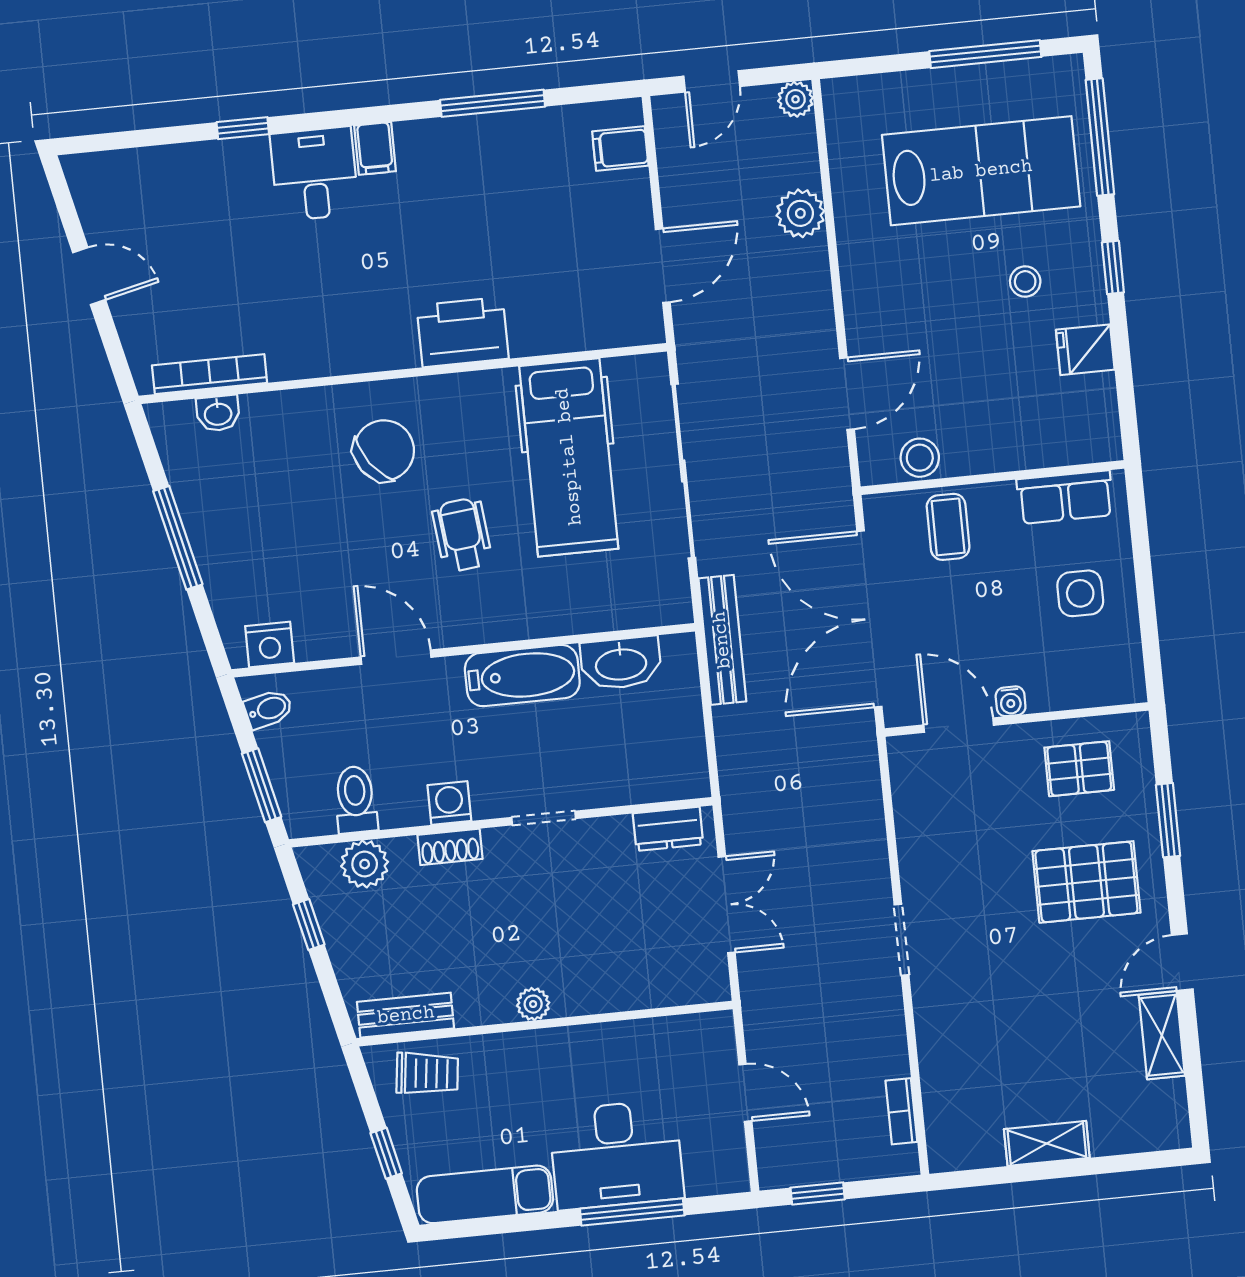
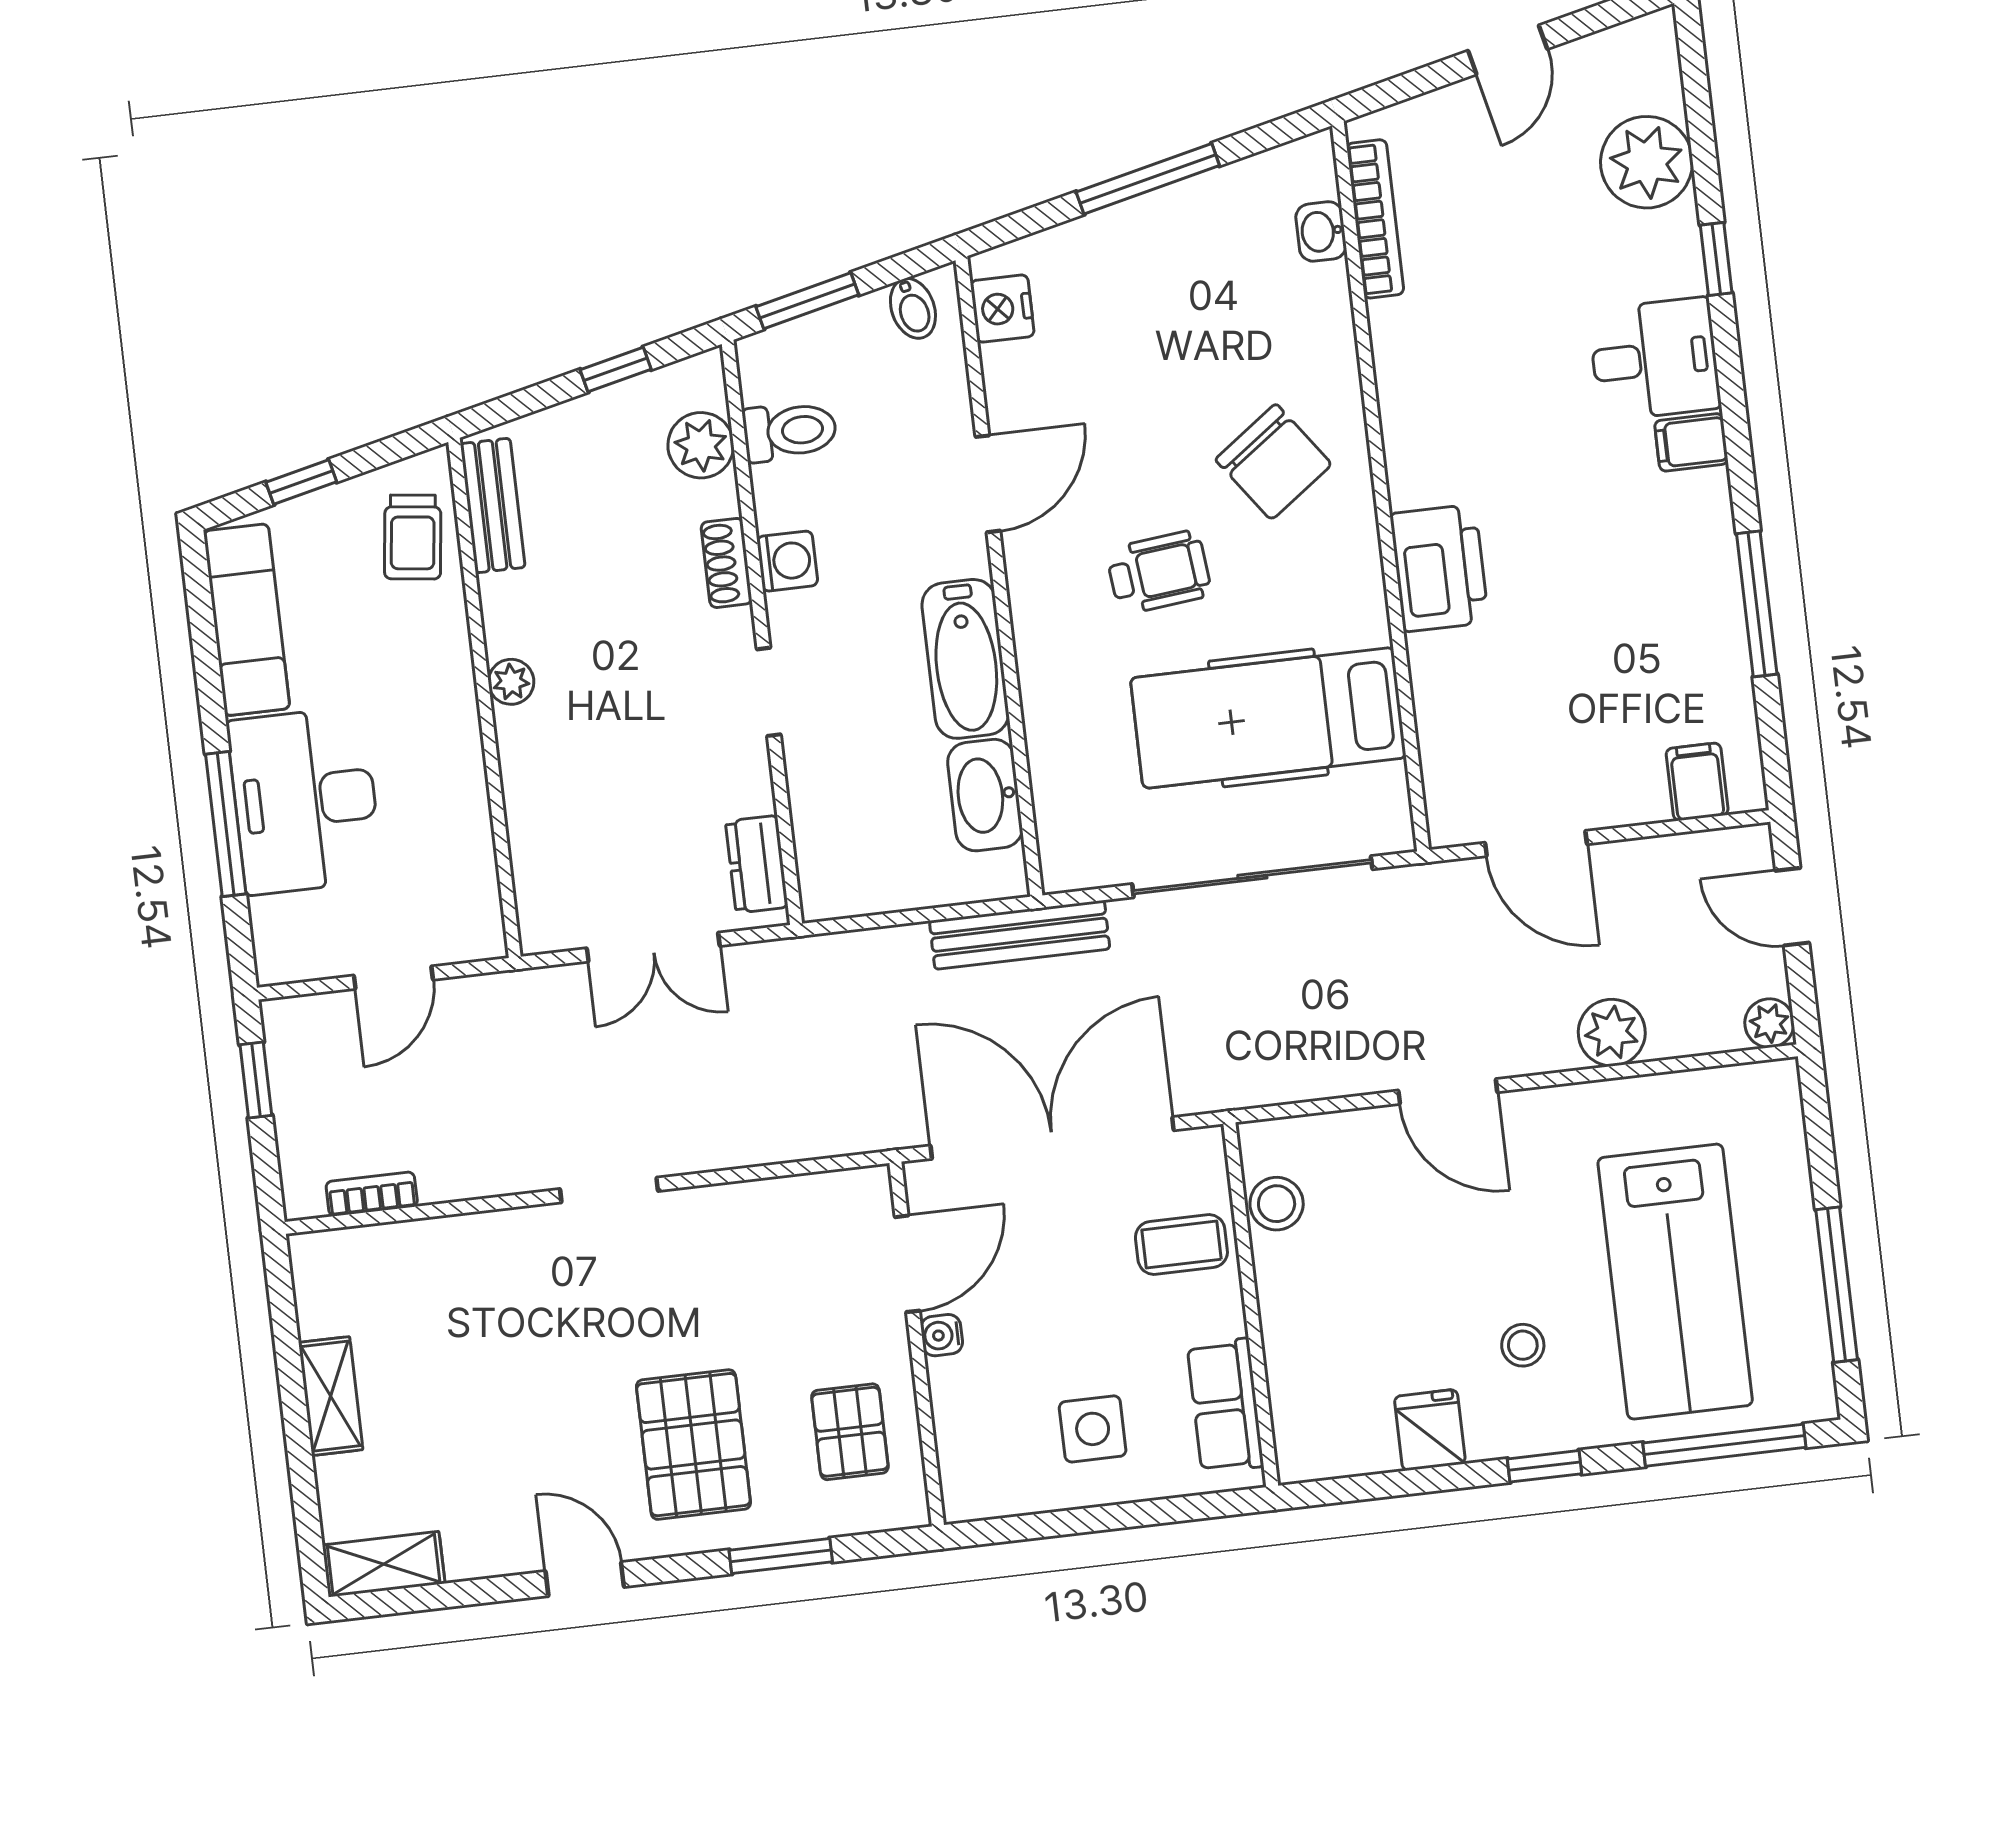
plant: (172, 177) -> (1647, 162), added
door: (847, 394) -> (1448, 1091), moved
shelving: (1162, 1035) -> (384, 1564), moved

